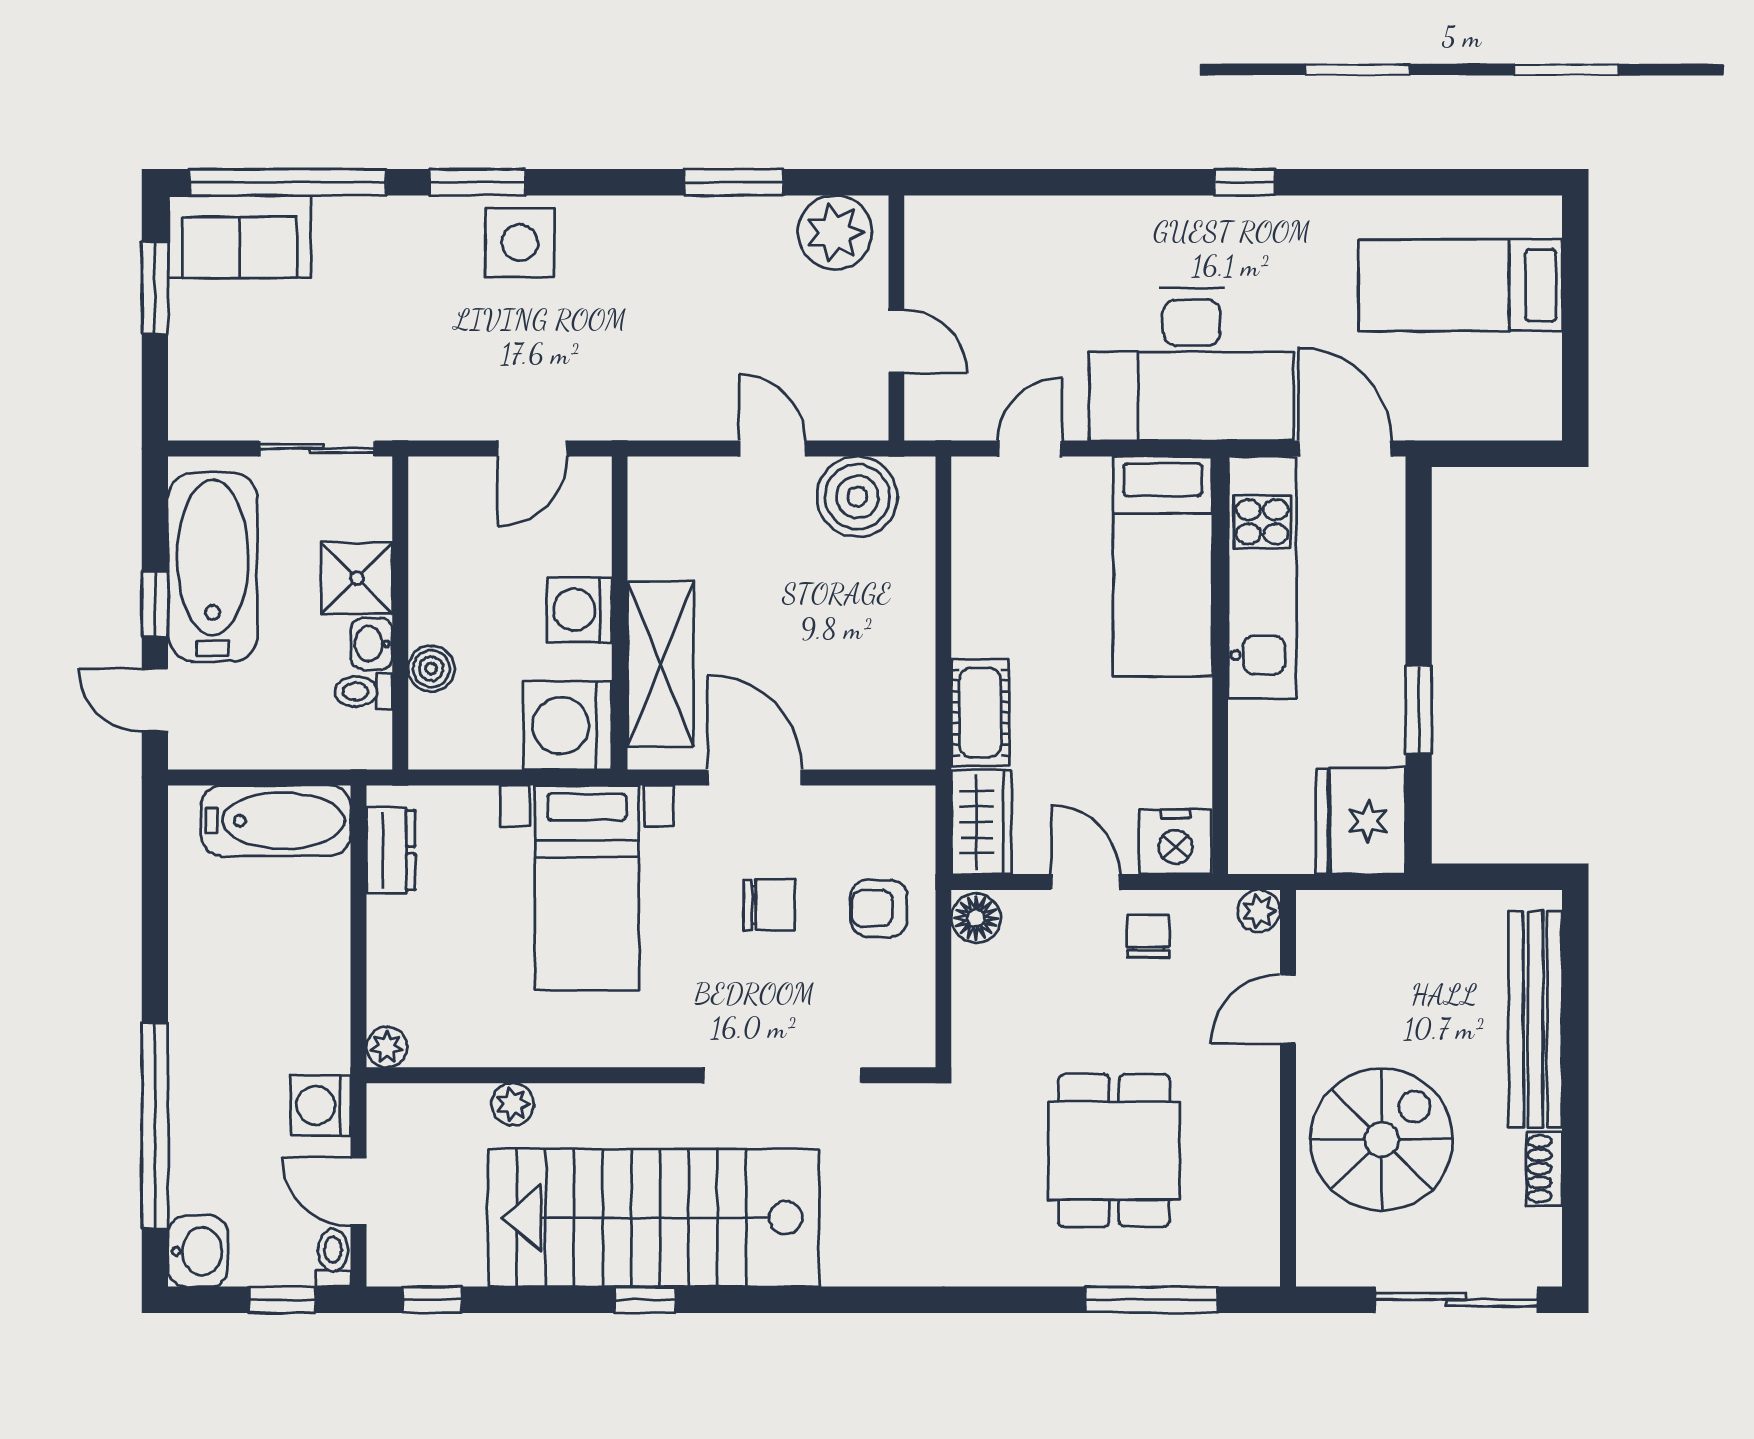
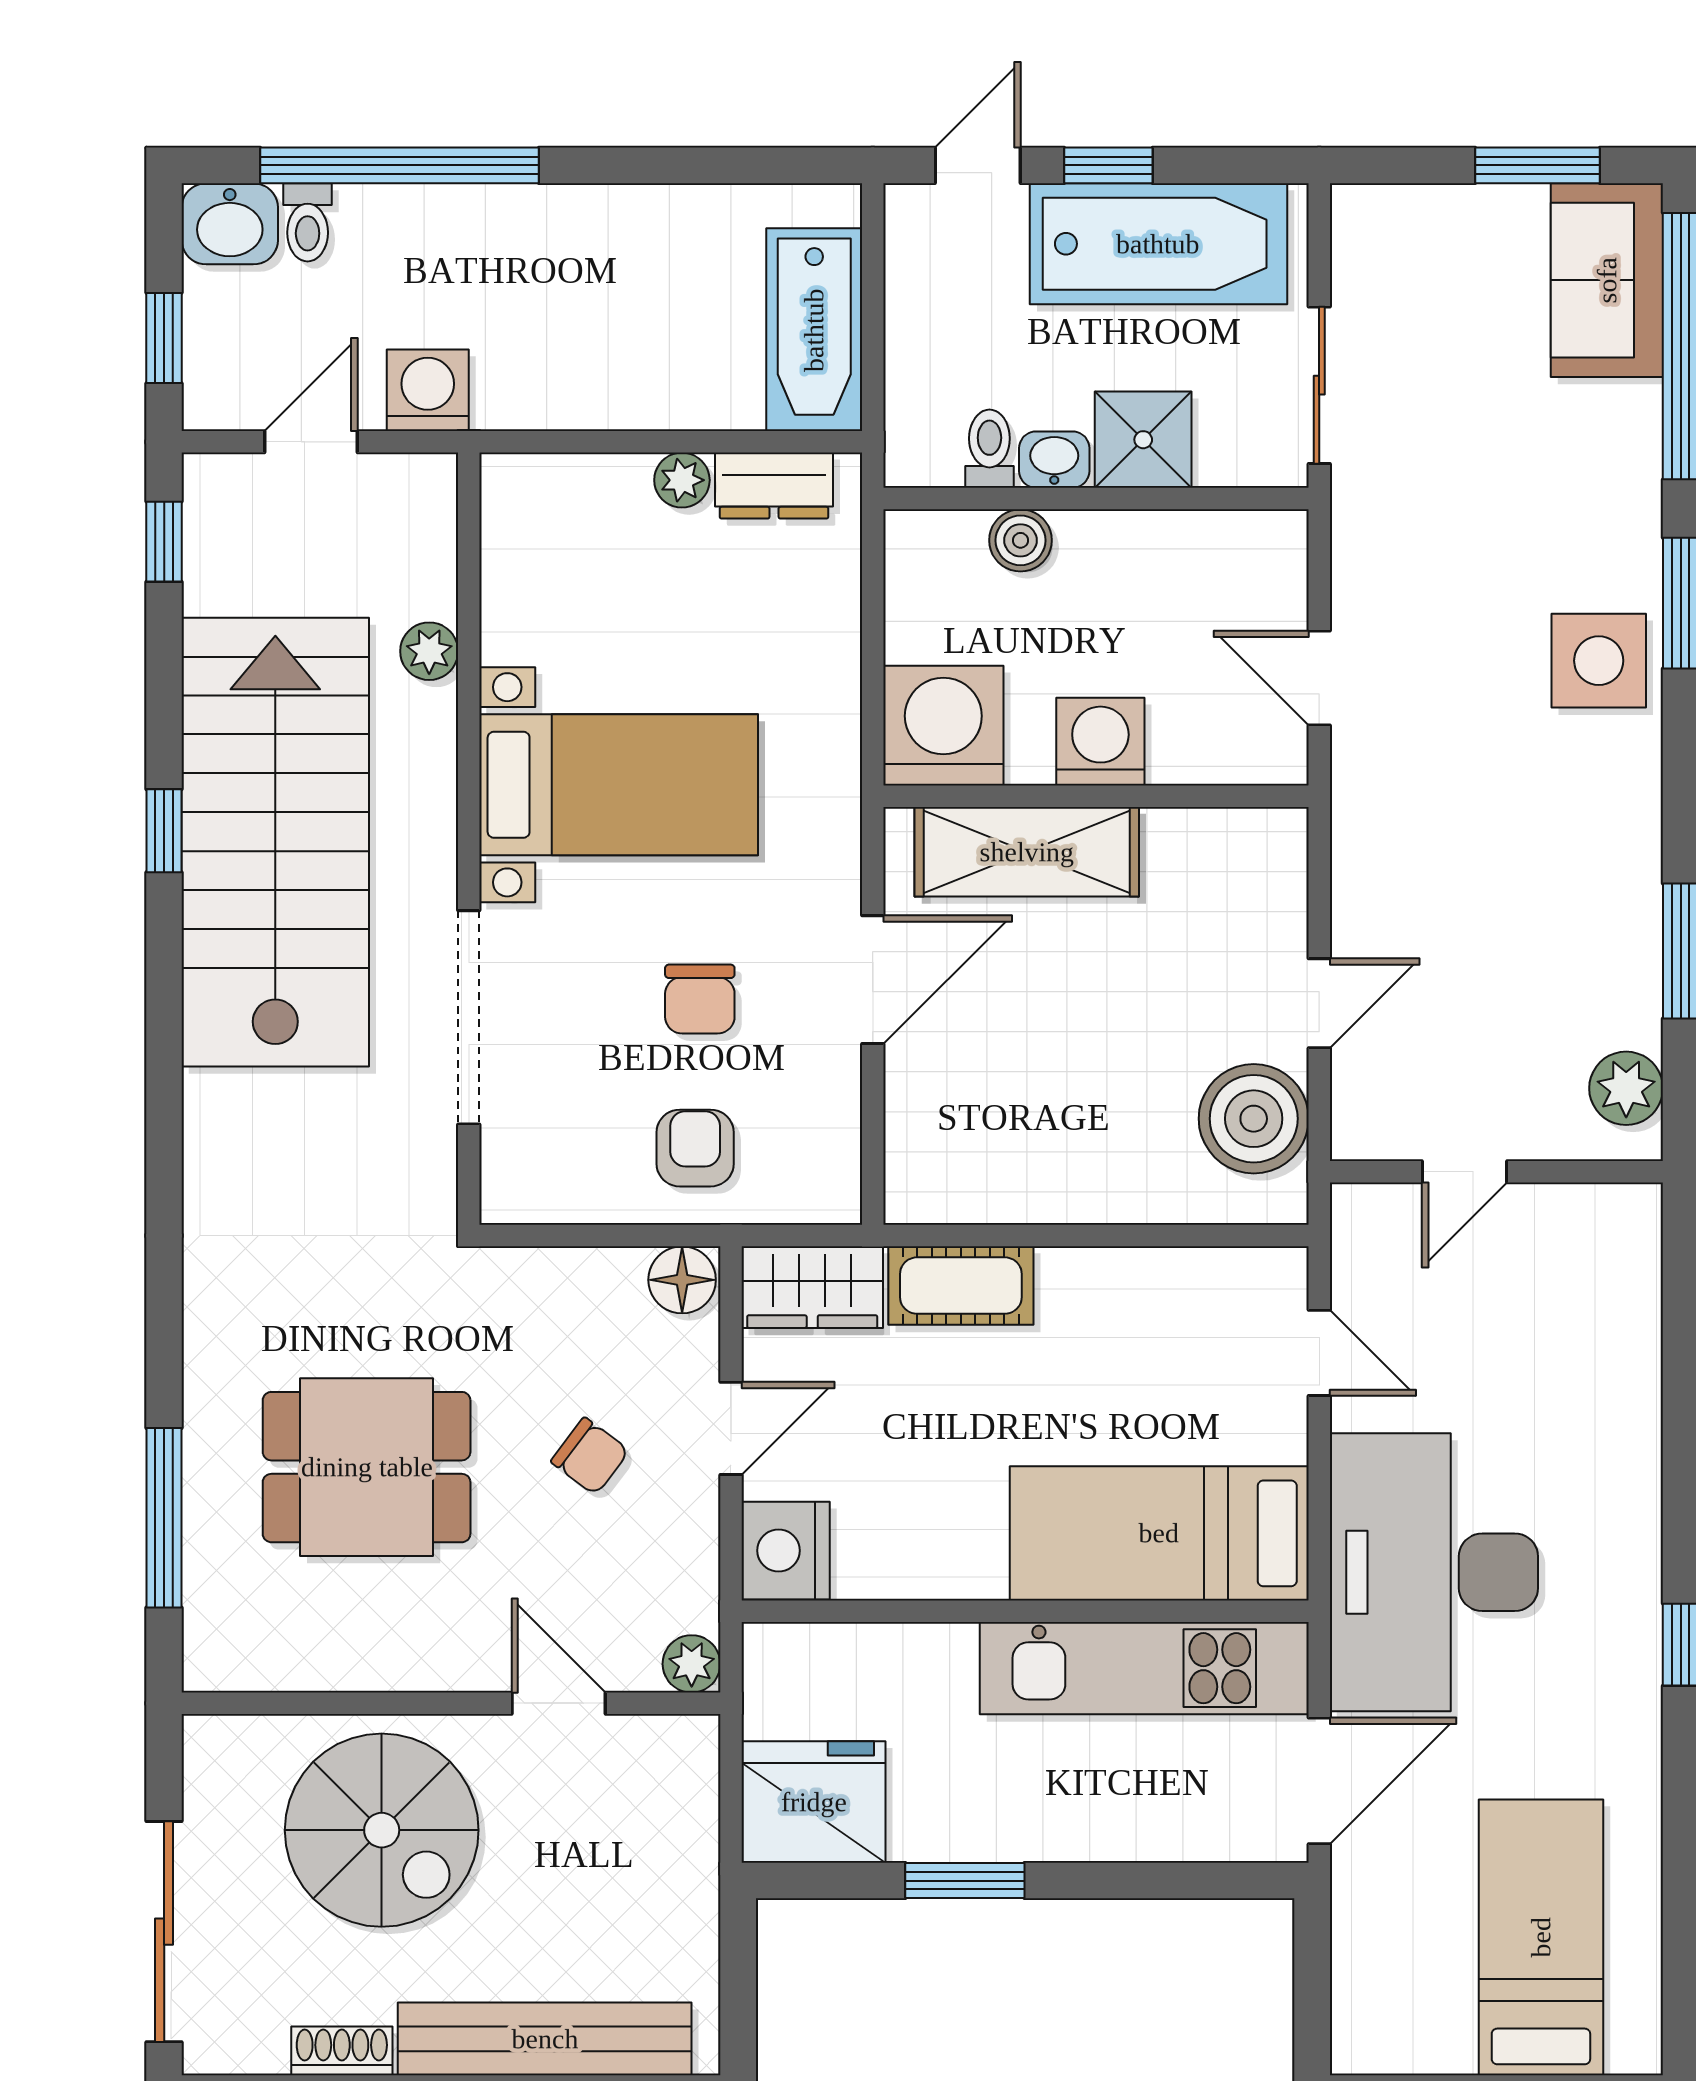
plant: (835, 232) -> (1626, 1088), width x0.73, depth x0.73
bed with nightstands: (587, 888) -> (619, 785), moved, turned 180
chair: (1148, 936) -> (590, 1456), moved, turned 37
plant: (387, 1047) -> (682, 480), moved
toilet: (333, 1258) -> (308, 222), moved, turned 90

